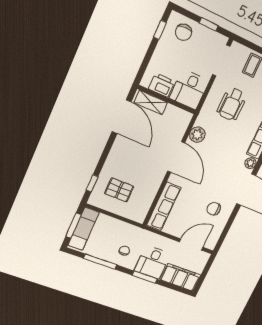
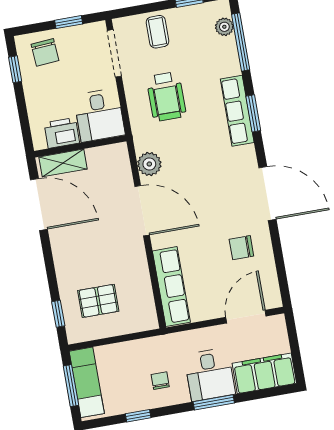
plant: (251, 163) -> (247, 155), removed
window: (100, 262) -> (138, 416), width x0.46

